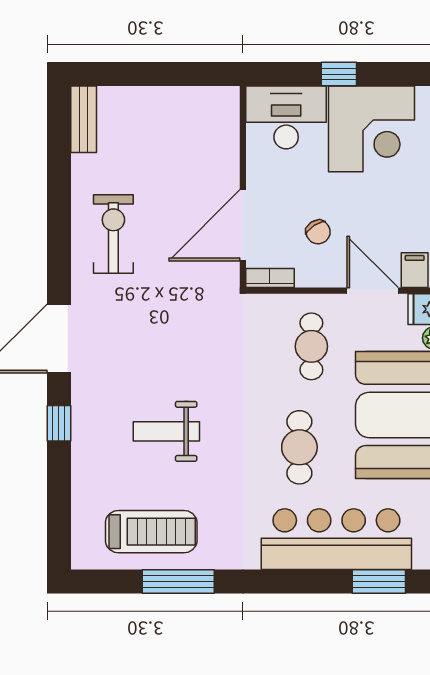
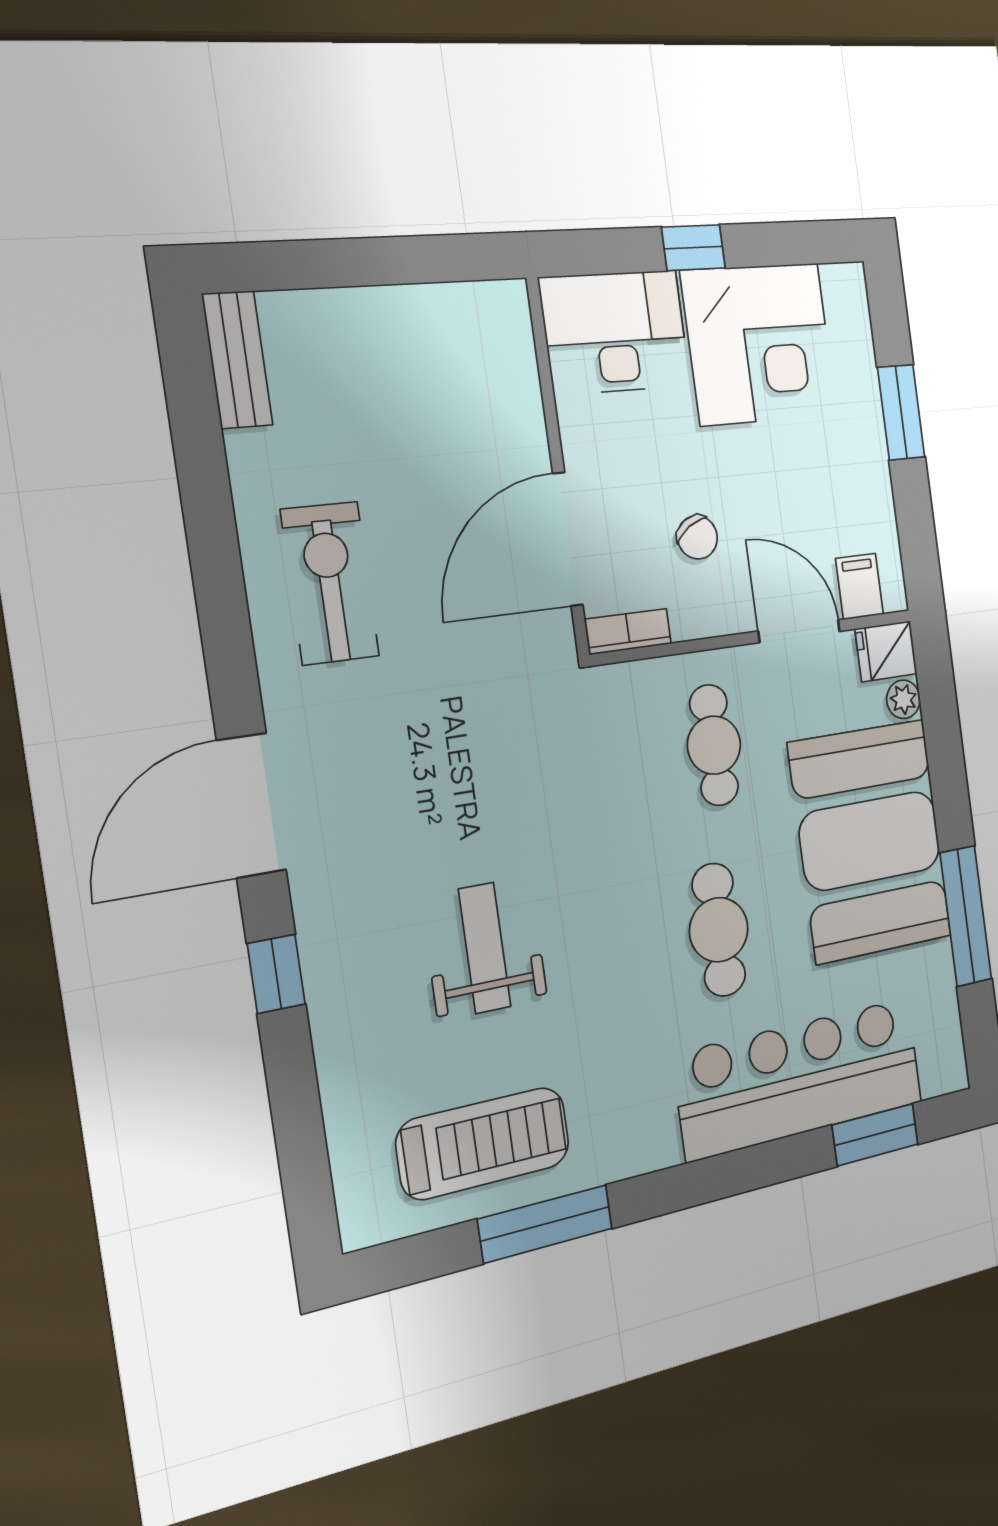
weight bench: (166, 431) -> (485, 948), turned 90

